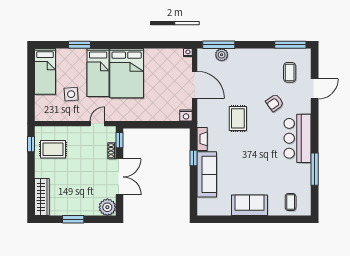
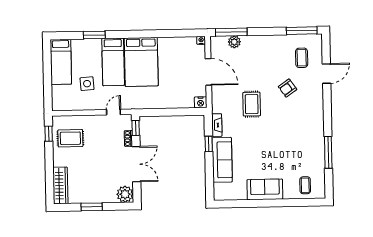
bar counter: (298, 138) -> (311, 122), removed

